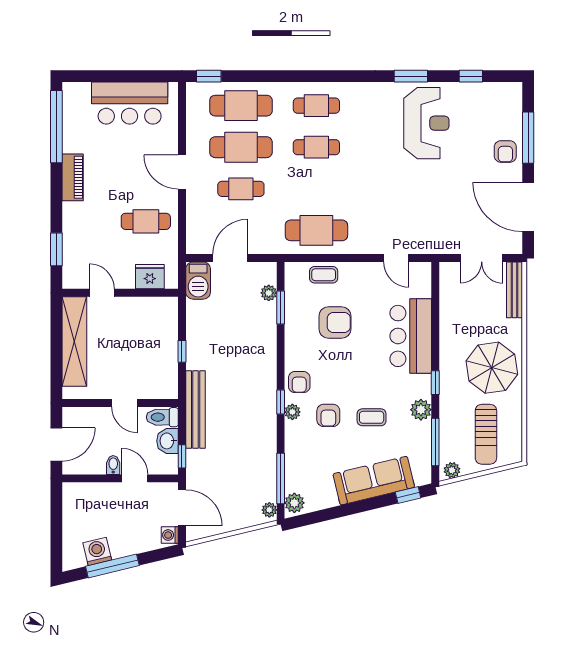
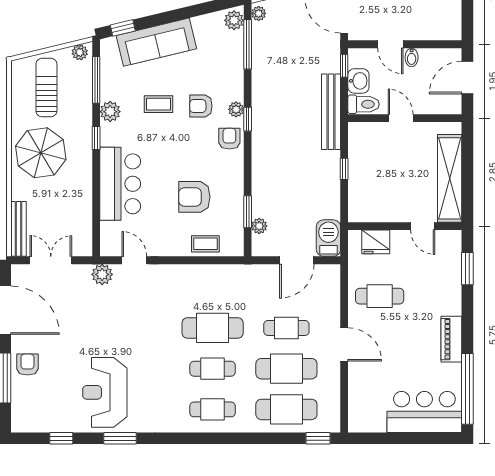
bar counter: (130, 103) -> (424, 412), moved
cafe table: (316, 230) -> (213, 328), moved
plant: (429, 243) -> (102, 274), added
armchair: (328, 415) -> (201, 106), turned -90

